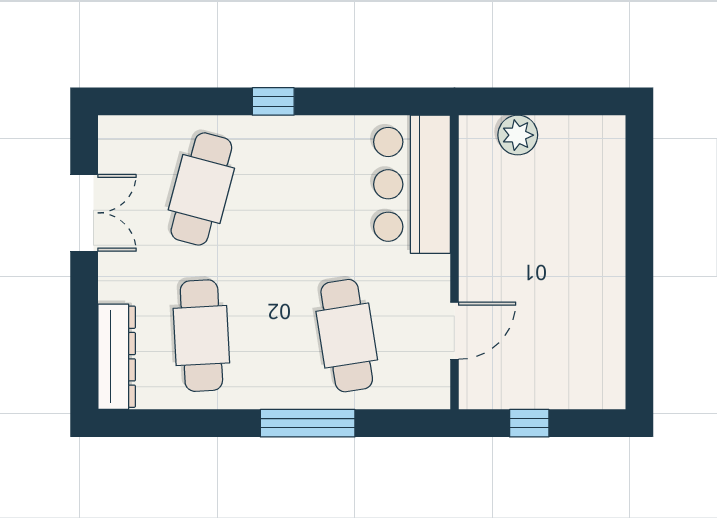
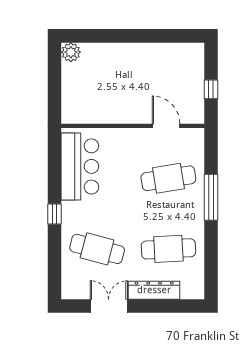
plant: (518, 135) -> (71, 52), moved
bar counter: (412, 184) -> (80, 166), moved, turned -90
dresser: (117, 357) -> (154, 290), moved

